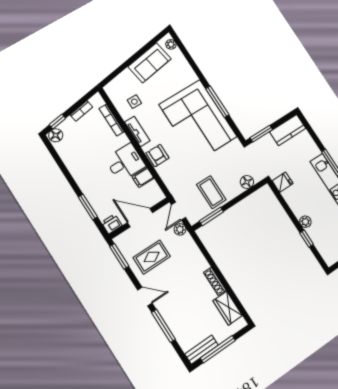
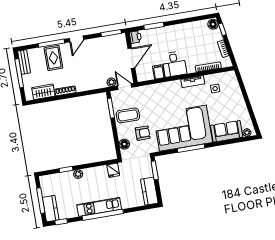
sofa: (150, 63) -> (227, 131), moved, turned 99
armchair: (158, 156) -> (143, 133), moved
rug: (152, 257) -> (53, 58), moved

